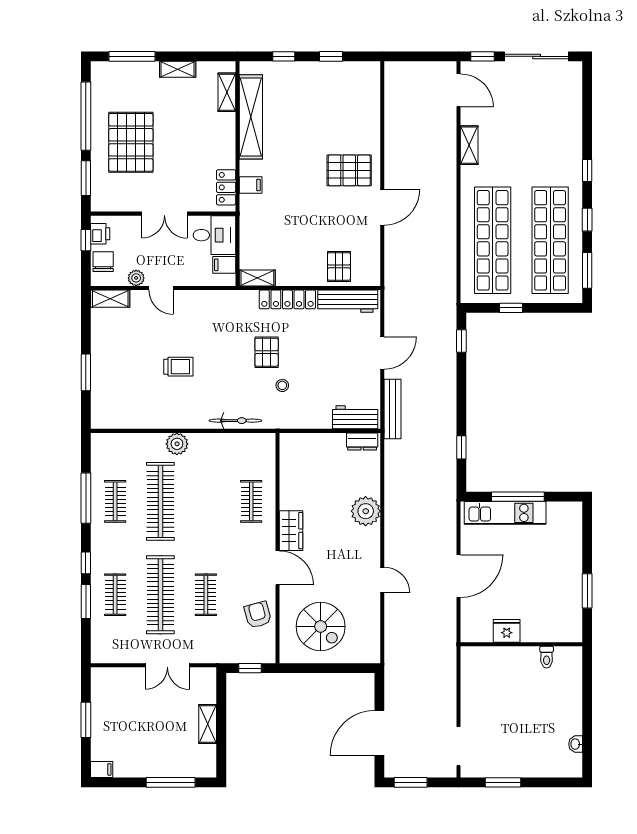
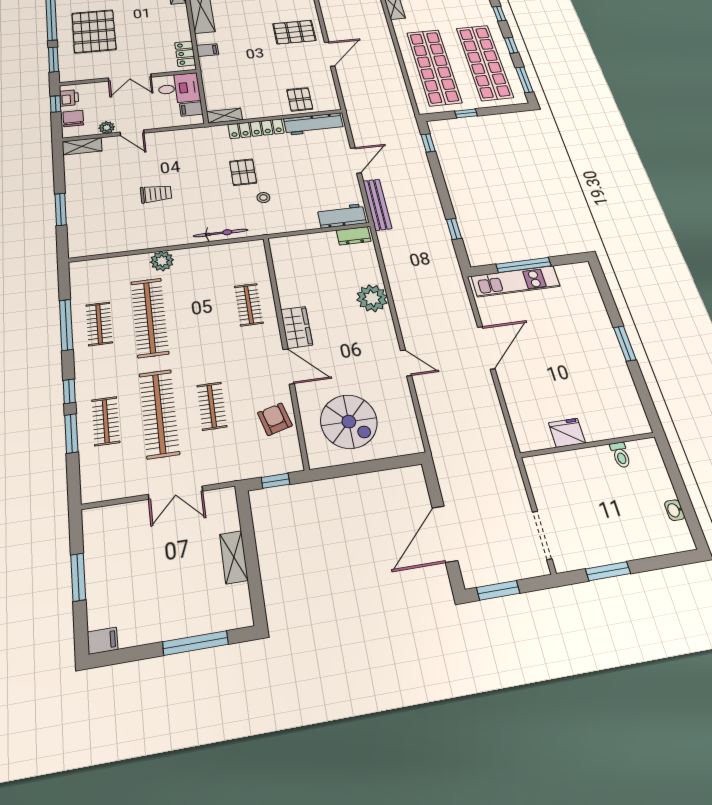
fridge: (507, 631) -> (567, 433), moved
wall: (521, 644) -> (588, 445), moved
toilet: (547, 657) -> (621, 455), moved

